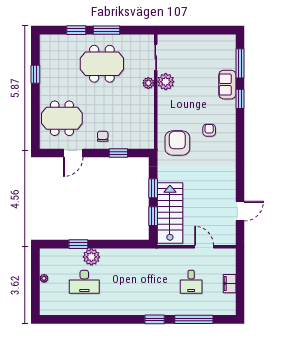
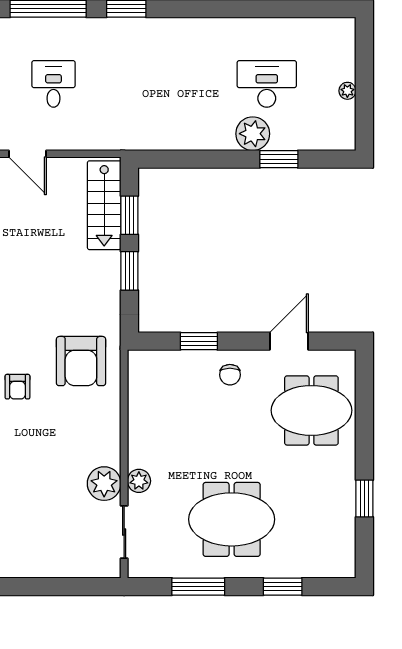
window: (107, 30) -> (198, 587), moved
stairs: (170, 213) -> (104, 205), width x0.73, depth x0.66

